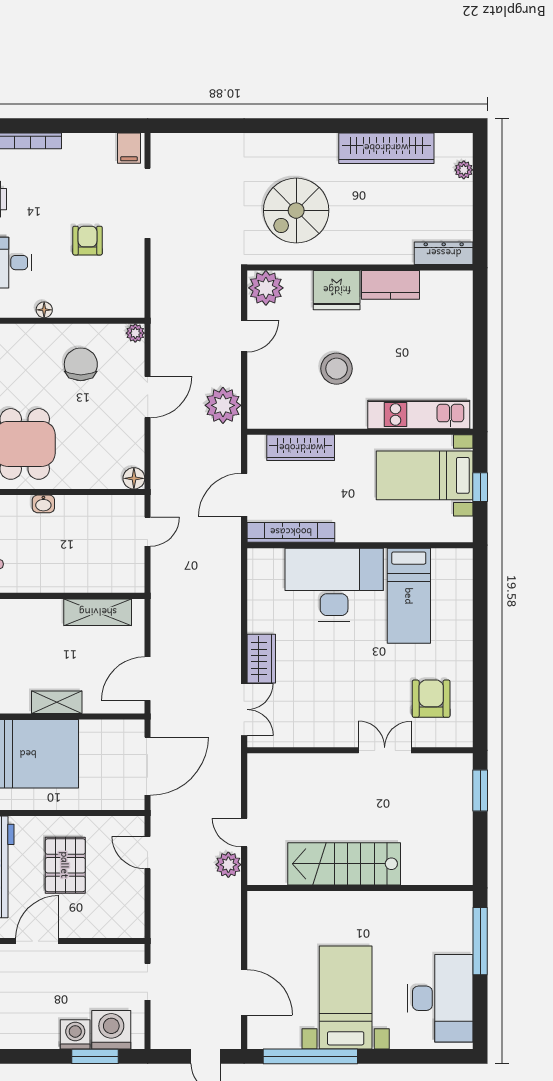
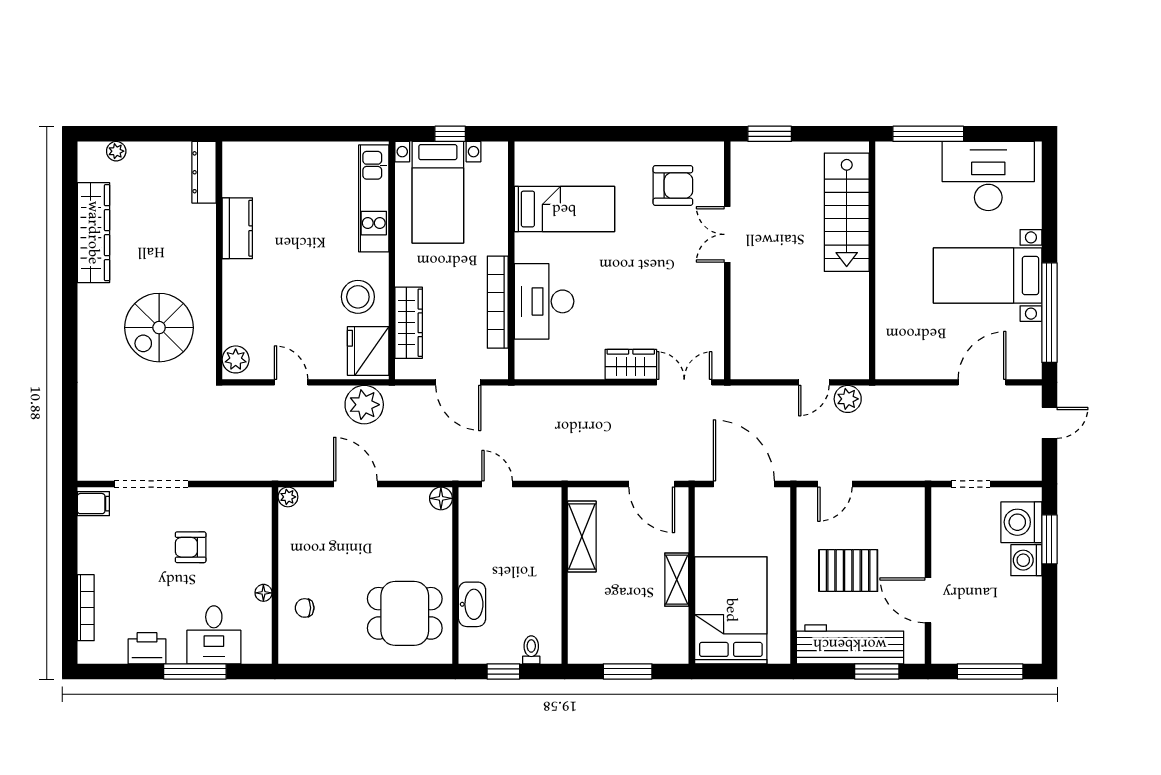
spiral stairs: (296, 211) -> (159, 328), turned 90
plant: (266, 288) -> (236, 359), width x0.73, depth x0.73
fridge: (337, 290) -> (368, 351), moved, turned 180
chair: (81, 364) -> (305, 608), moved, width x0.54, depth x0.54
stool: (337, 369) -> (358, 297), moved
washbasin: (43, 504) -> (472, 604), width x1.91, depth x1.45
bookcase: (291, 532) -> (498, 302), moved
desk: (334, 585) -> (544, 301), width x0.73, depth x0.77
armchair: (431, 699) -> (673, 185), turned 180
stairs: (344, 864) -> (847, 212), moved

